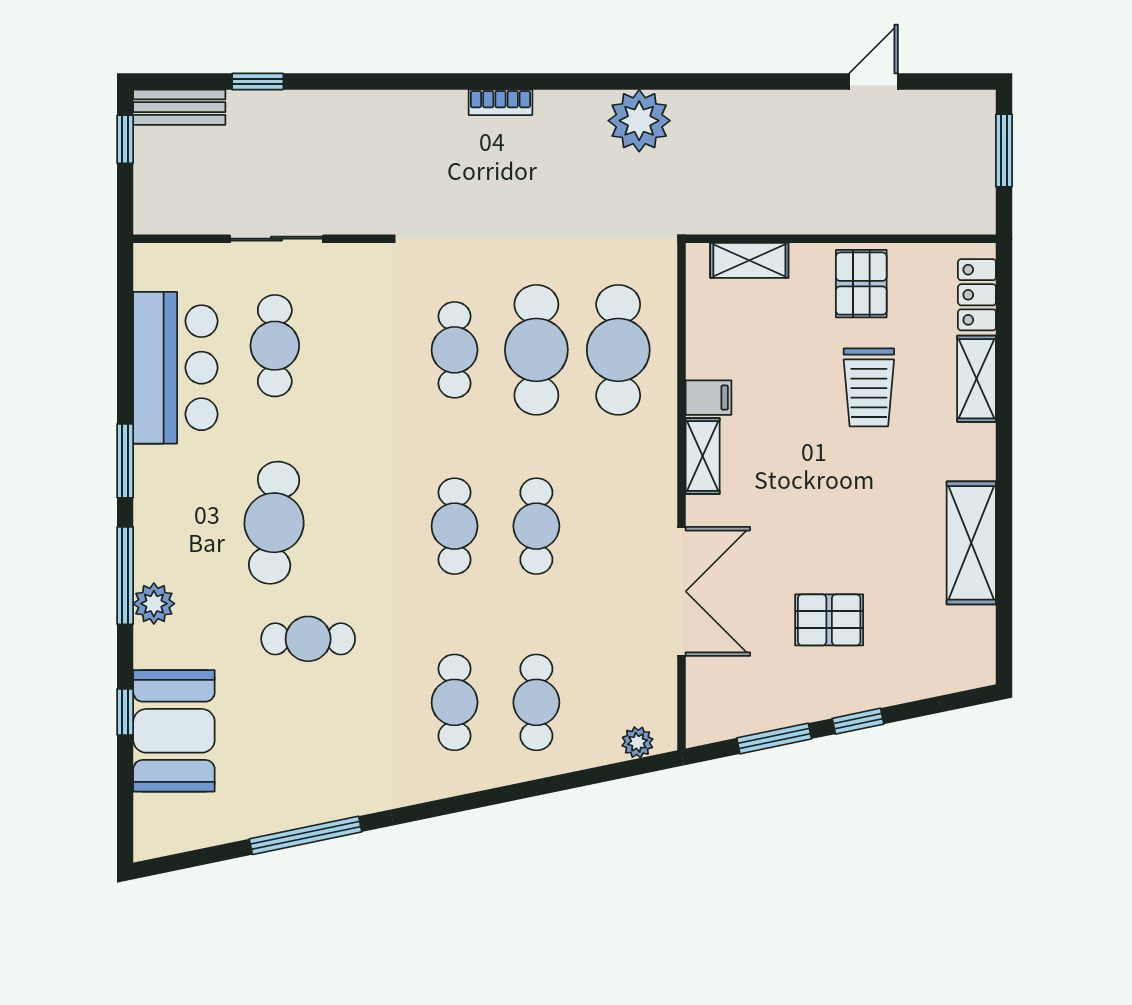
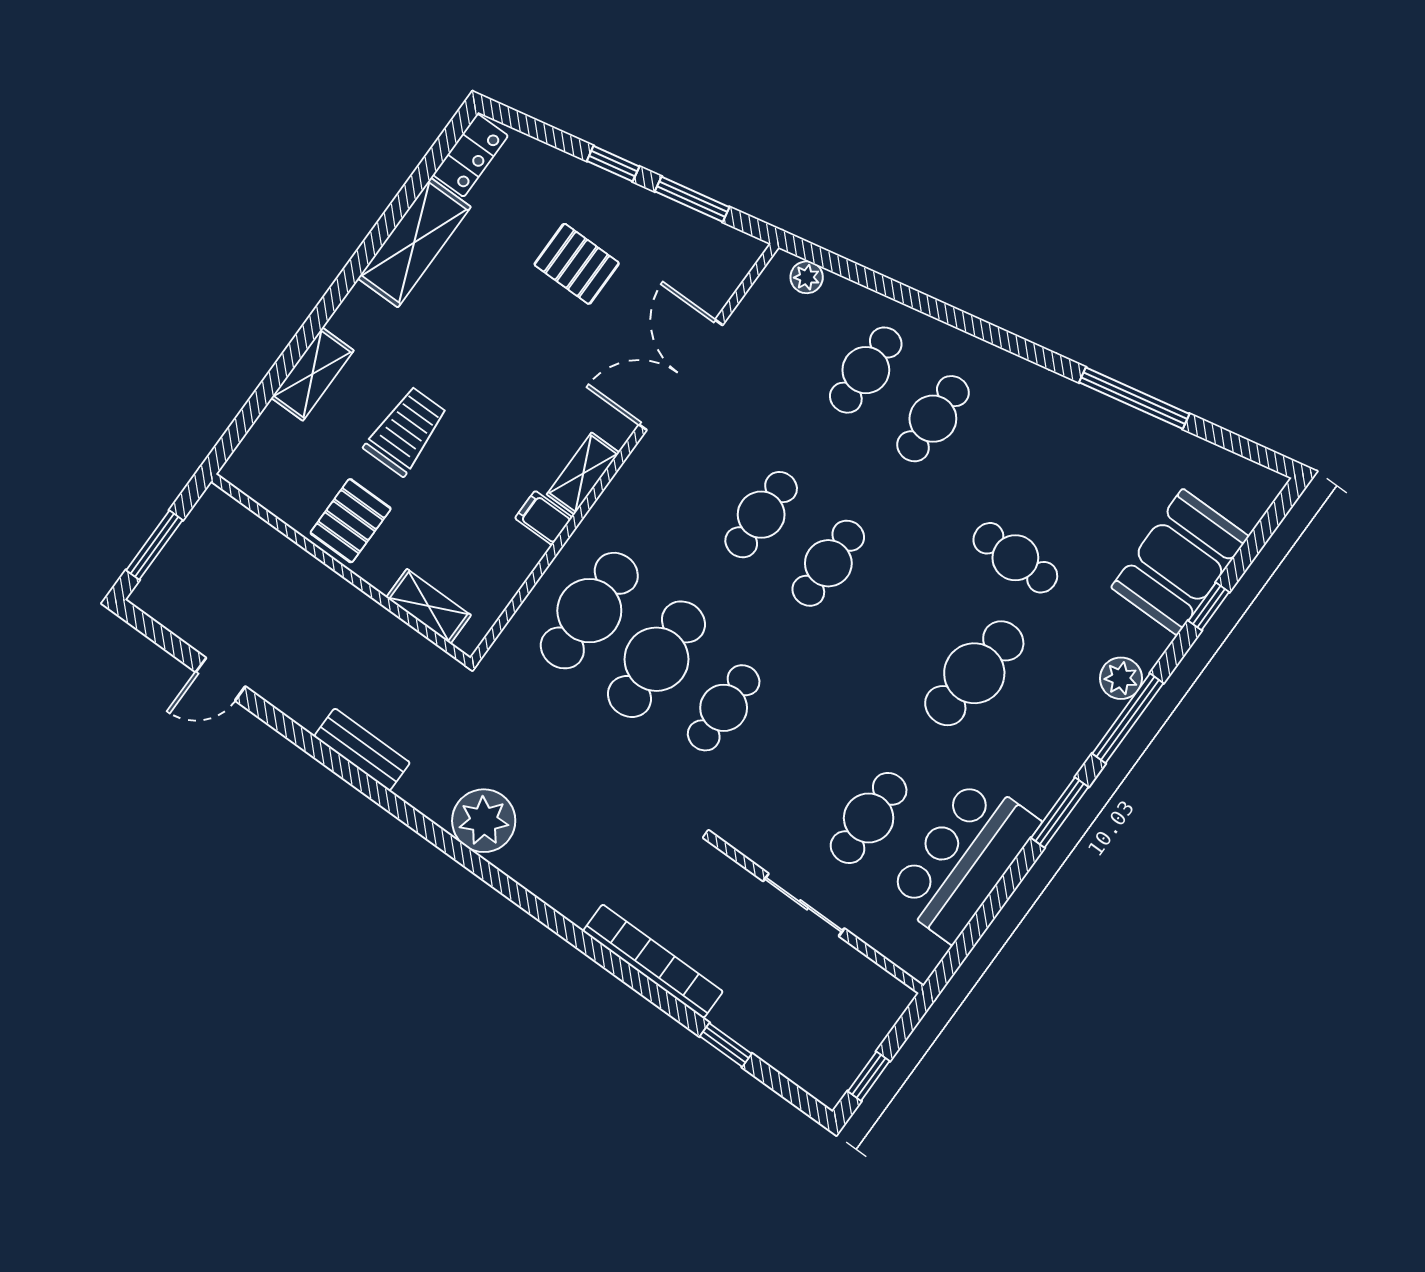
bookcase: (500, 102) -> (653, 961), moved, width x2.31, depth x1.31
bench: (179, 107) -> (362, 750), moved
plant: (639, 121) -> (484, 821), moved
locker: (977, 295) -> (470, 155), moved

